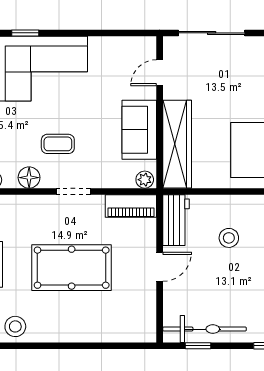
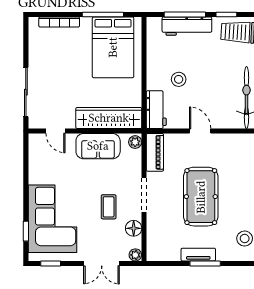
doorway: (74, 192) -> (144, 195), width x1.38
workbench: (176, 220) -> (156, 110), moved, turned 90

